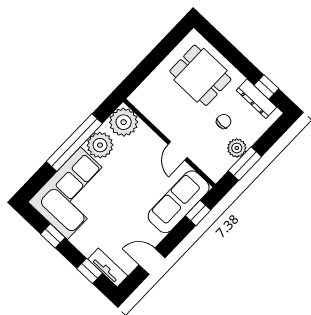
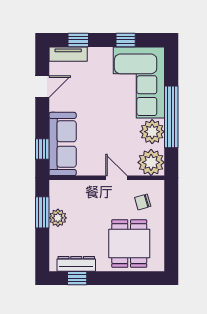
dining table: (200, 75) -> (129, 244), turned 90
chair: (224, 121) -> (143, 202), moved, turned 74
door: (178, 151) -> (116, 178), moved

